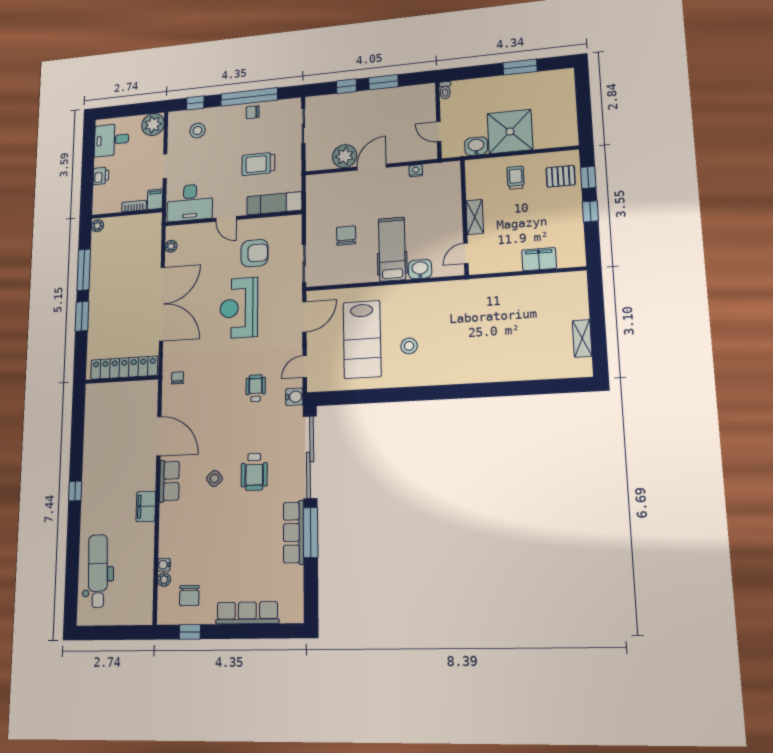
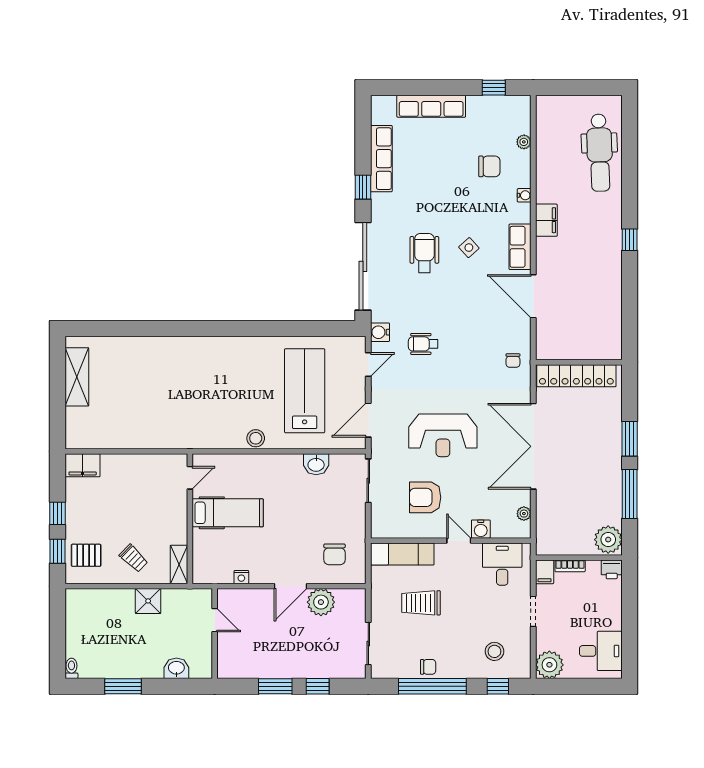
toilet: (445, 90) -> (71, 668), moved
shower: (510, 132) -> (148, 601), width x0.54, depth x0.54
washbasin: (476, 146) -> (176, 668), moved, turned 180
trolley: (258, 164) -> (421, 603), turned 180
printer: (101, 176) -> (612, 569), moved, turned -90
trolley: (516, 178) -> (134, 558), turned -46
desk: (190, 203) -> (502, 564), width x0.73
shelving: (475, 217) -> (179, 564), moved
plant: (97, 226) -> (608, 540), width x1.87, depth x1.87
water cooler: (207, 230) -> (481, 529), added
chair: (346, 236) -> (335, 554), moved
hospital bed: (392, 249) -> (228, 513), moved, turned -90
filing cabinet: (539, 259) -> (83, 465), moved
washbasin: (420, 269) -> (316, 464), moved
reception desk: (239, 308) -> (443, 435), turned 90
shelving: (582, 338) -> (77, 377), width x1.50, depth x1.33
stool: (409, 346) -> (256, 438), moved
wheelchair: (256, 388) -> (423, 344), turned 90
row of seats: (293, 532) -> (381, 159), moved
window: (311, 533) -> (363, 187), width x0.46
water cooler: (164, 565) -> (524, 195), moved
chair: (189, 596) -> (489, 166), moved, turned 90

